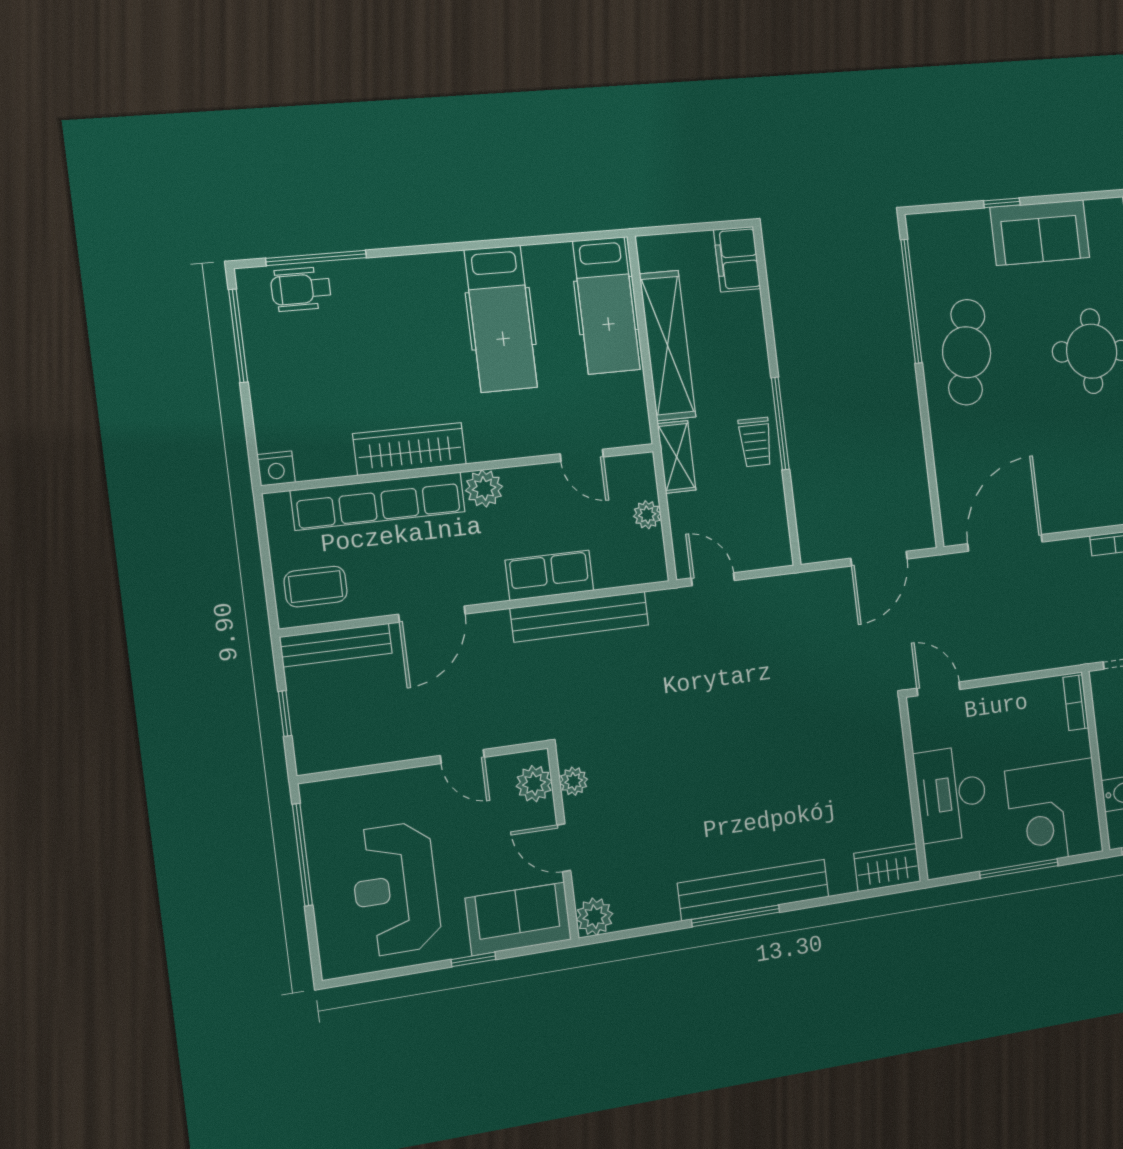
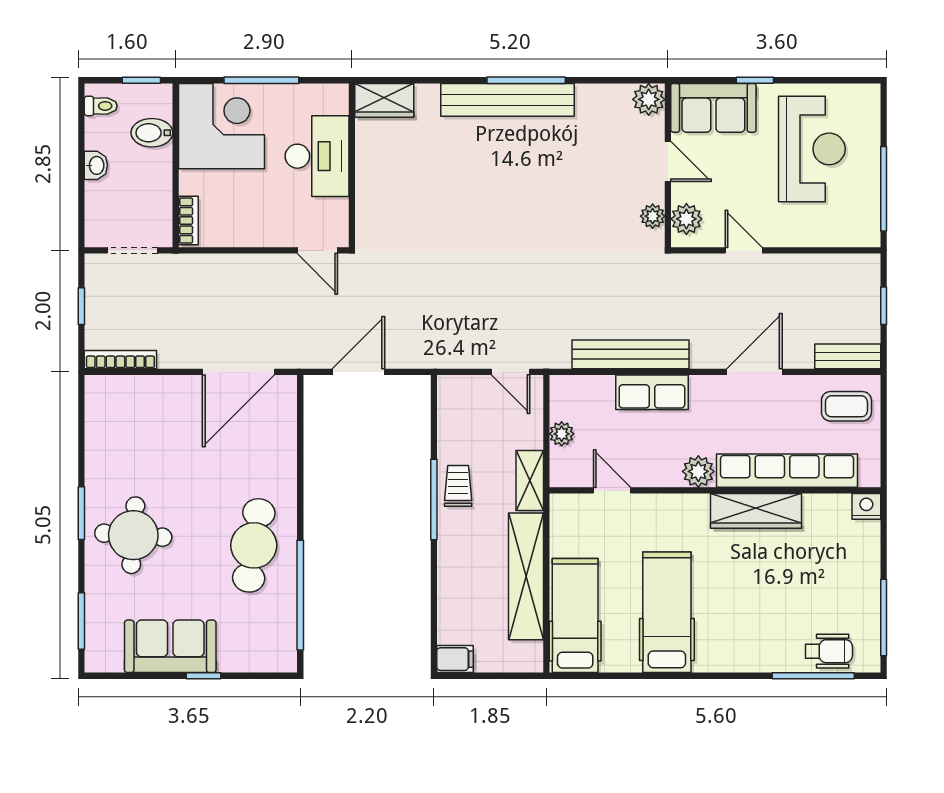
filing cabinet: (737, 259) -> (455, 659), width x0.50
bench: (336, 645) -> (848, 356), width x0.73

